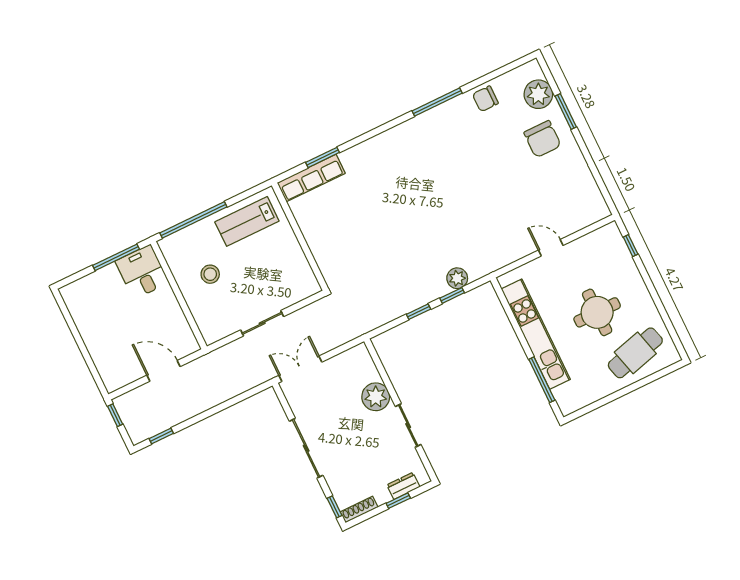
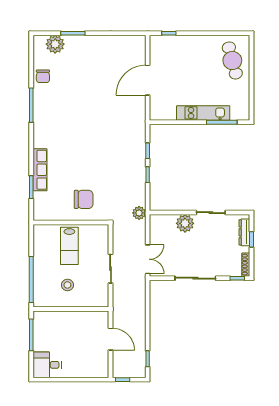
chair: (542, 139) -> (84, 199), moved
row of seats: (311, 178) -> (40, 170), moved
lab bench: (247, 221) -> (69, 246), moved
door: (551, 248) -> (148, 80), width x1.88
desk: (142, 272) -> (47, 365), moved
plant: (457, 278) -> (139, 213), moved
round table: (597, 312) -> (198, 71), removed
kitchen unit: (536, 334) -> (203, 113), width x0.73
double door: (300, 369) -> (148, 259), swing flipped
door: (164, 371) -> (111, 339), swing flipped
dresser: (403, 486) -> (244, 232), width x1.44

